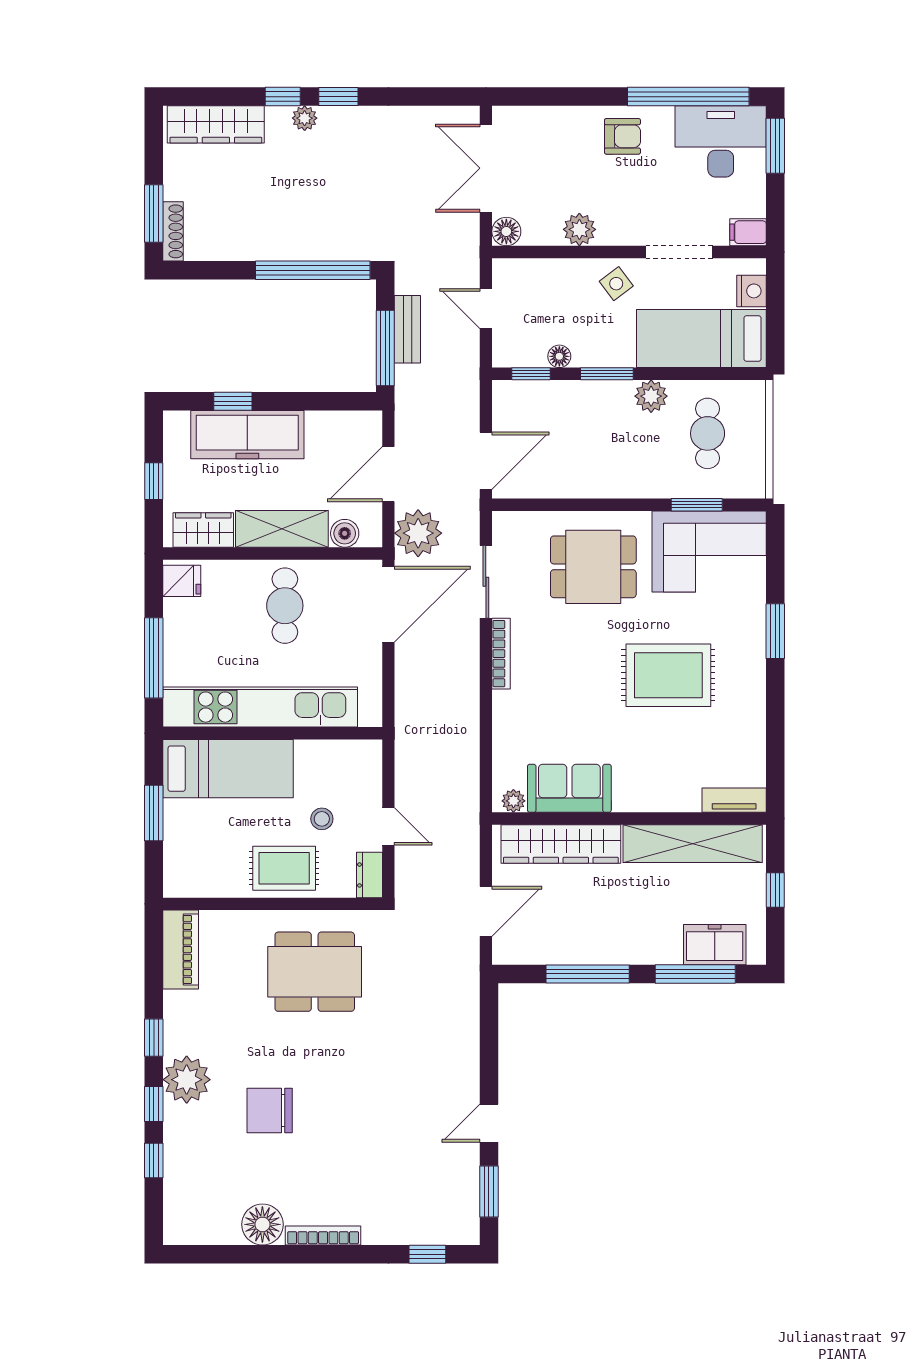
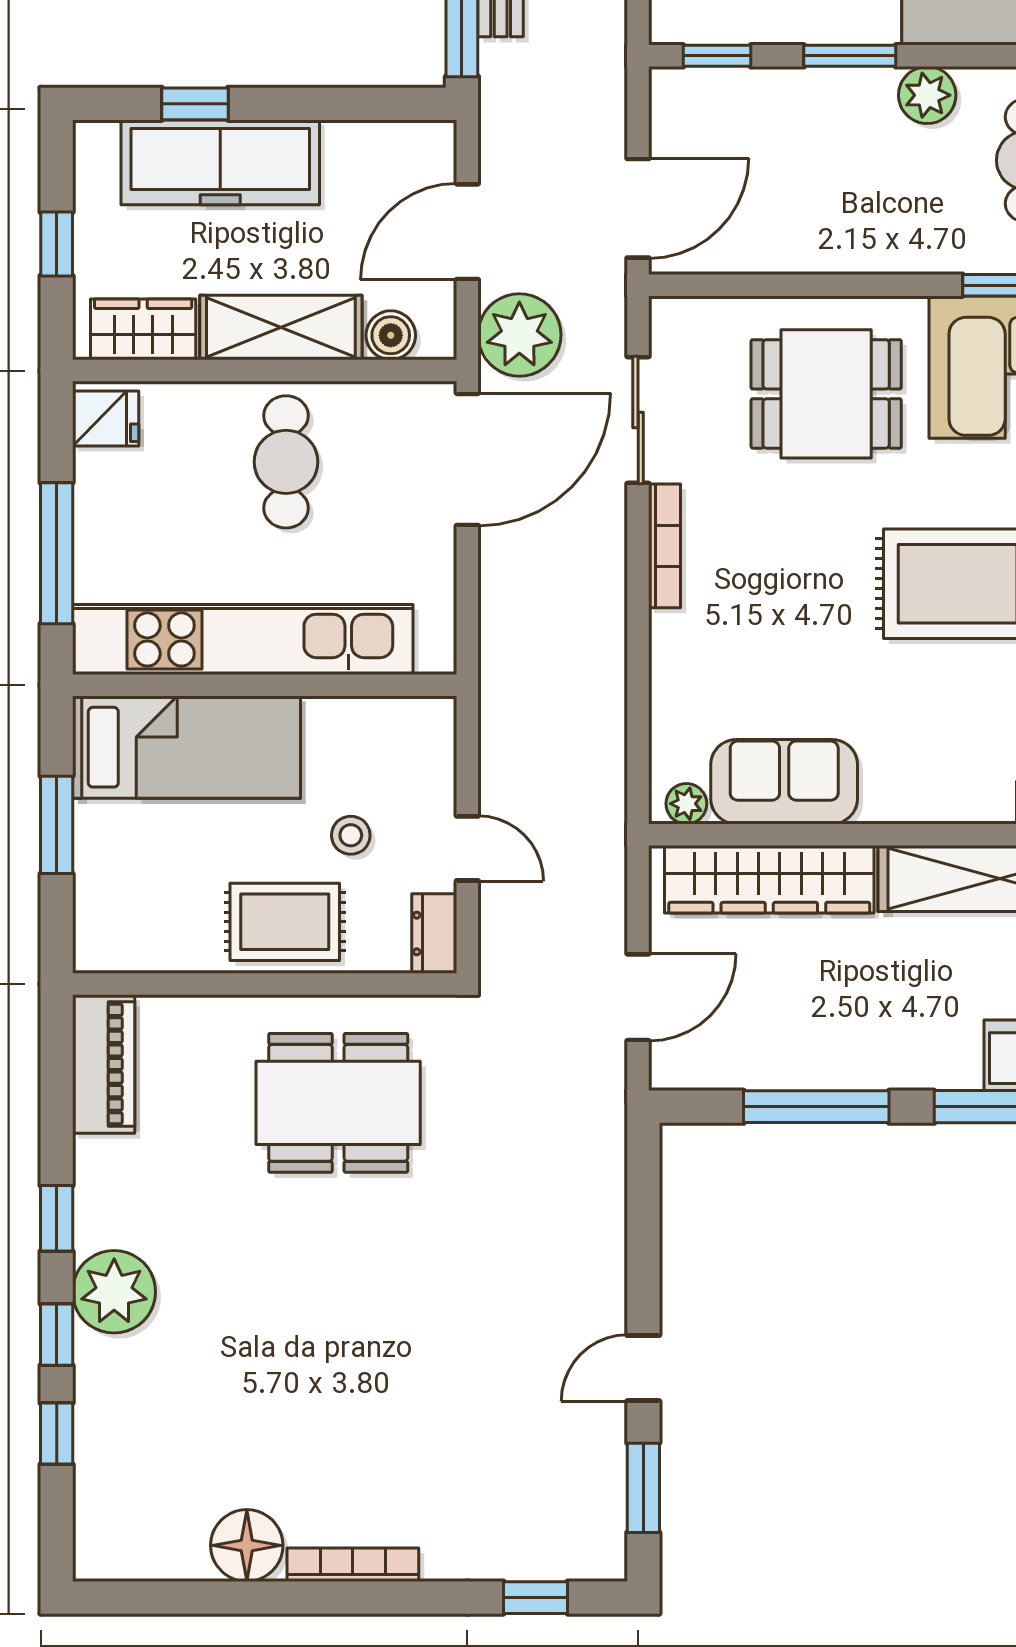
floor lamp: (559, 356) -> (767, 25), removed
chair: (270, 1110) -> (259, 1346), removed

